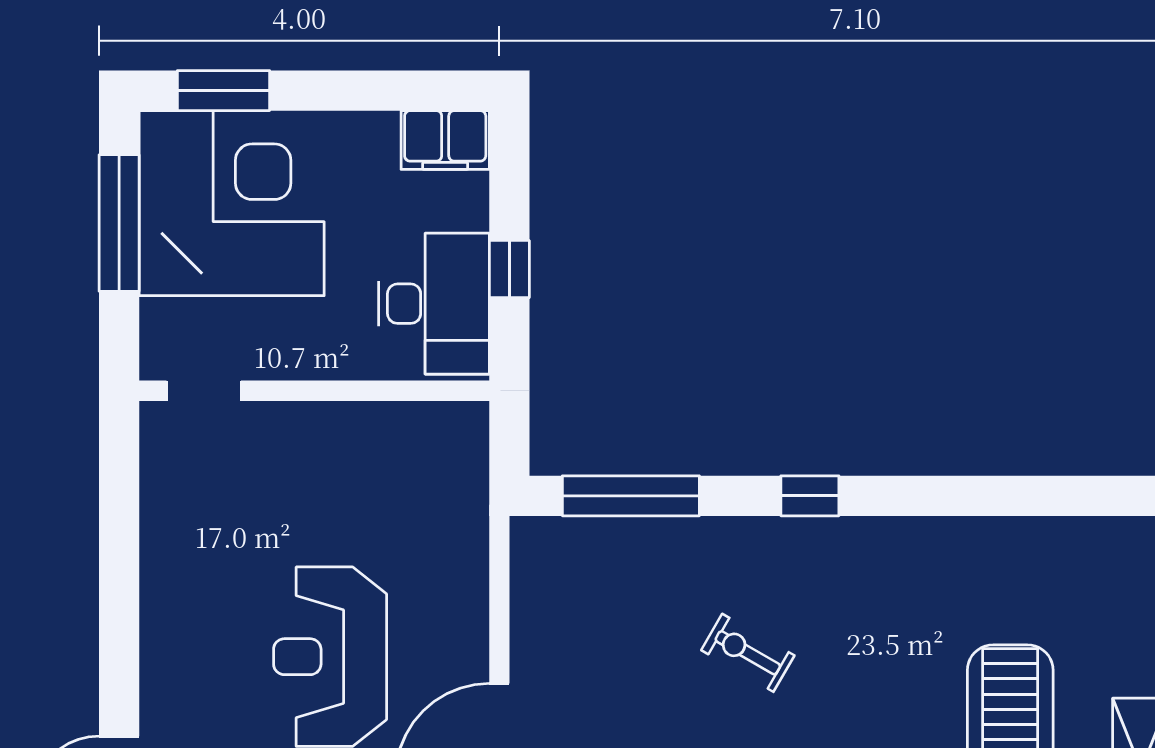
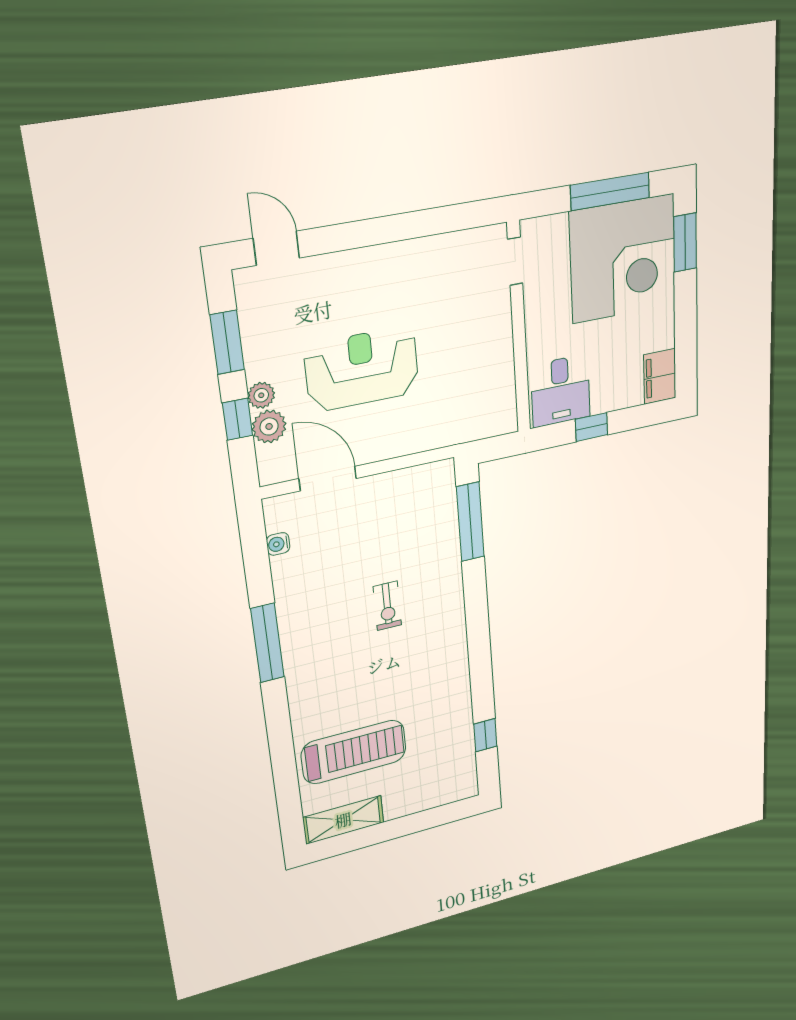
desk: (434, 304) -> (560, 391), width x0.73
window: (810, 496) -> (485, 735), moved
exercise bike: (748, 653) -> (387, 606), turned 150

